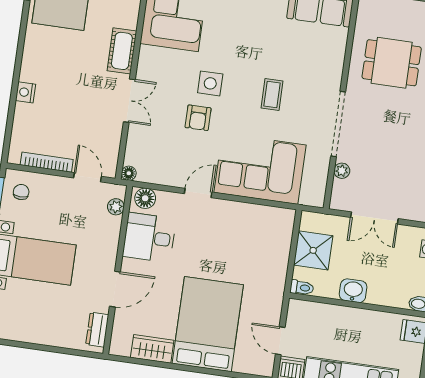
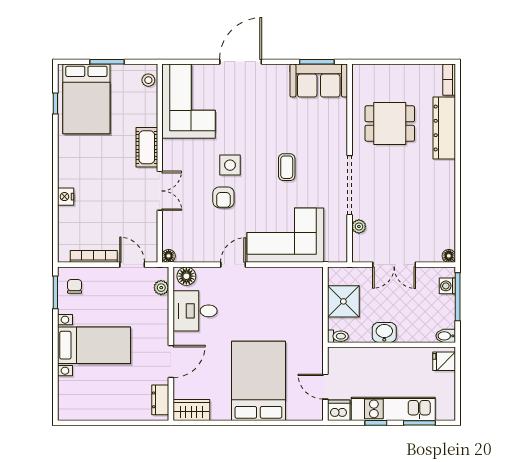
wardrobe: (152, 349) -> (191, 410), moved

